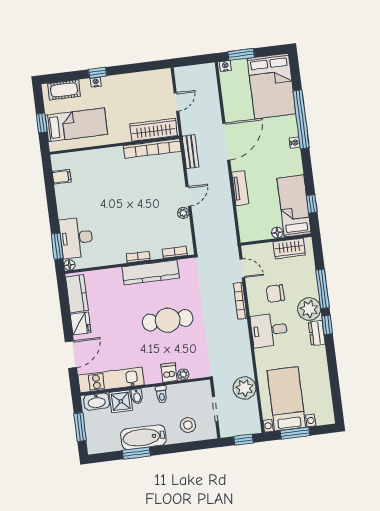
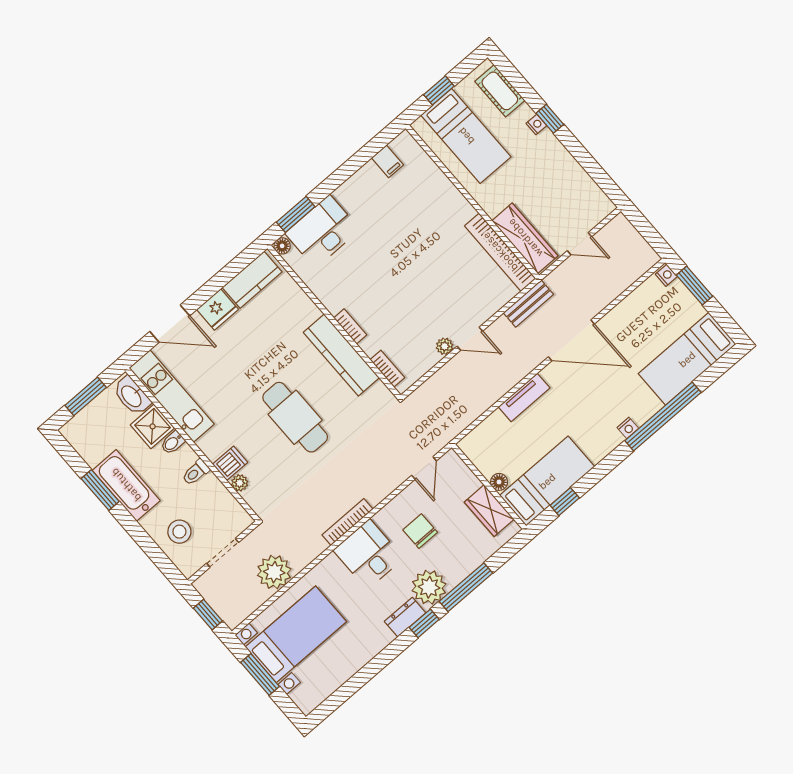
bed: (272, 86) -> (687, 359), width x0.67
bookcase: (240, 301) -> (347, 522), moved

